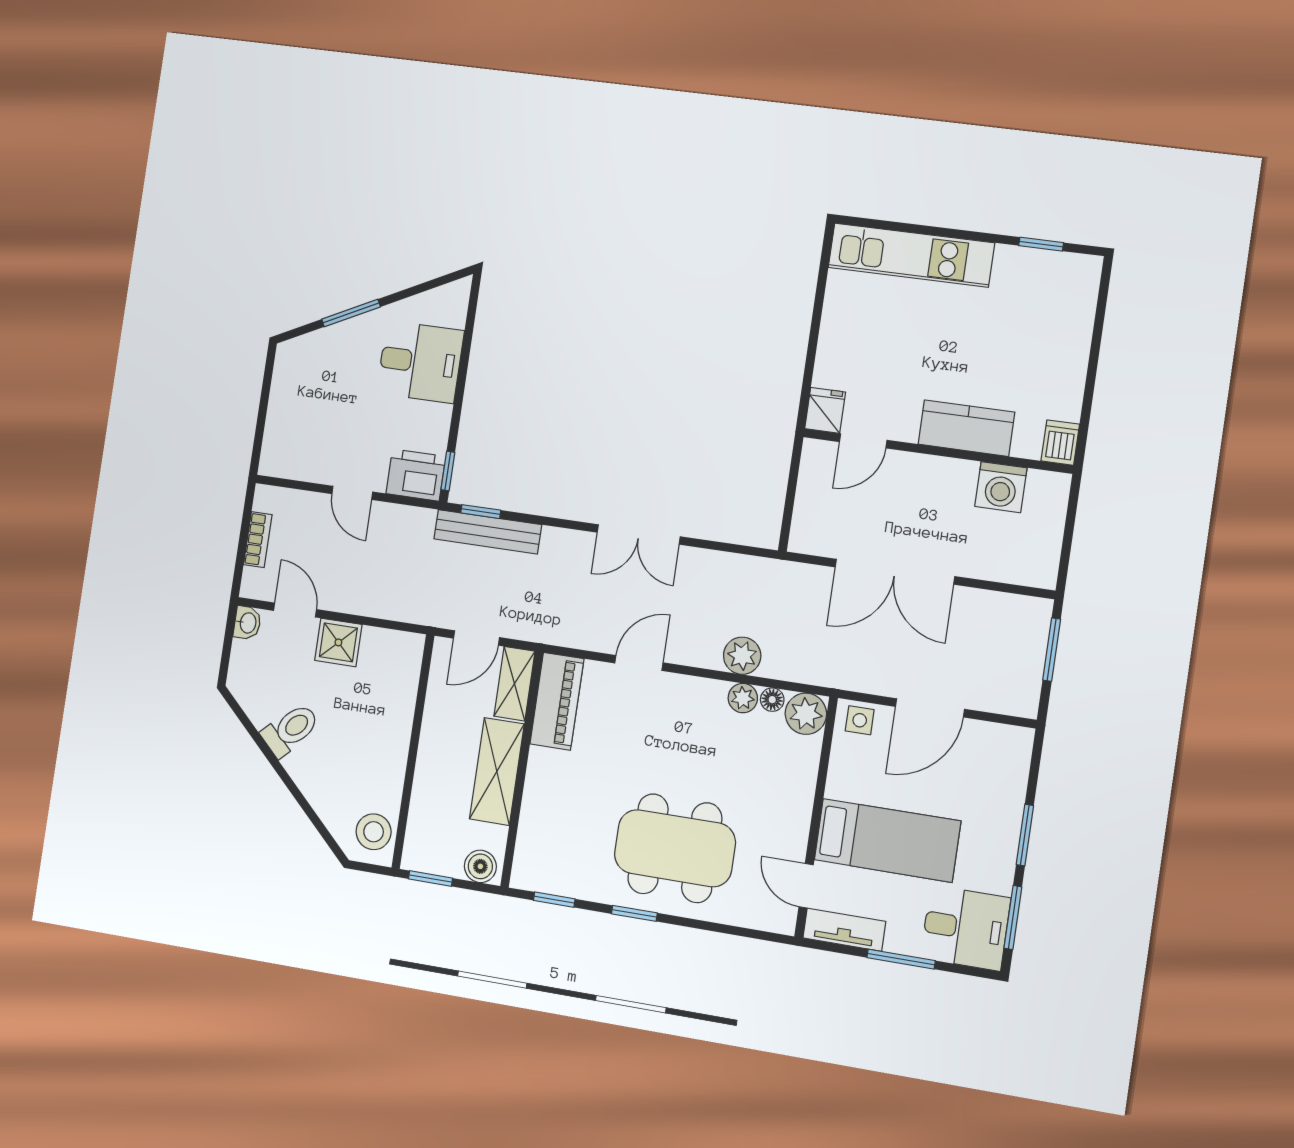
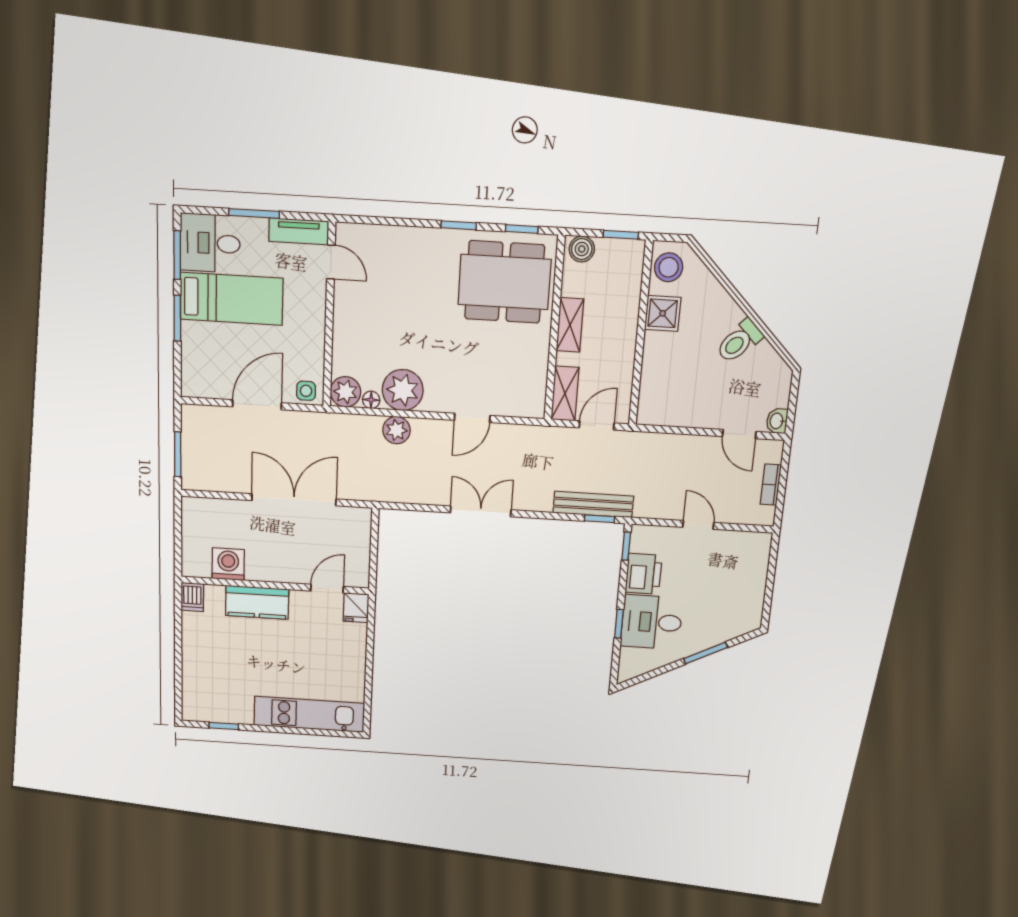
window: (464, 362) -> (619, 624), added
printer: (416, 475) -> (644, 574), moved, turned -90
shower: (338, 642) -> (663, 313), moved
plant: (743, 698) -> (403, 390), width x1.88, depth x1.88
piano: (557, 701) -> (532, 383), removed
shelving: (497, 771) -> (570, 325), width x0.67, depth x0.75
bed: (887, 840) -> (231, 299), moved, turned 180
dining table: (675, 848) -> (504, 282), moved

